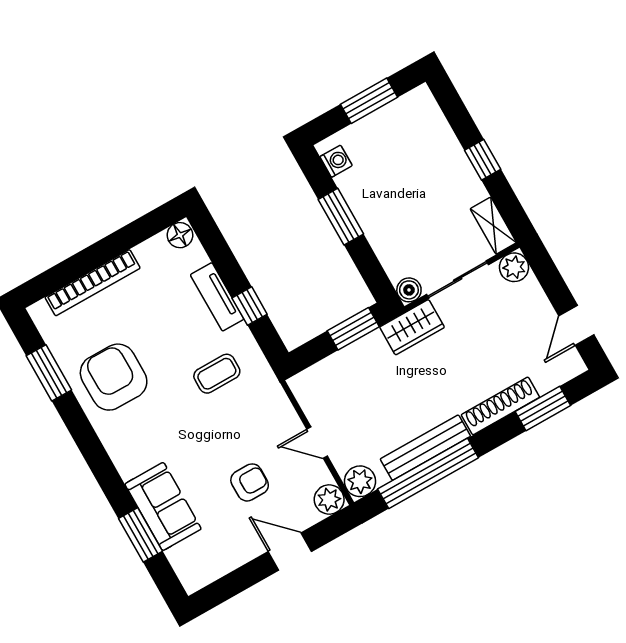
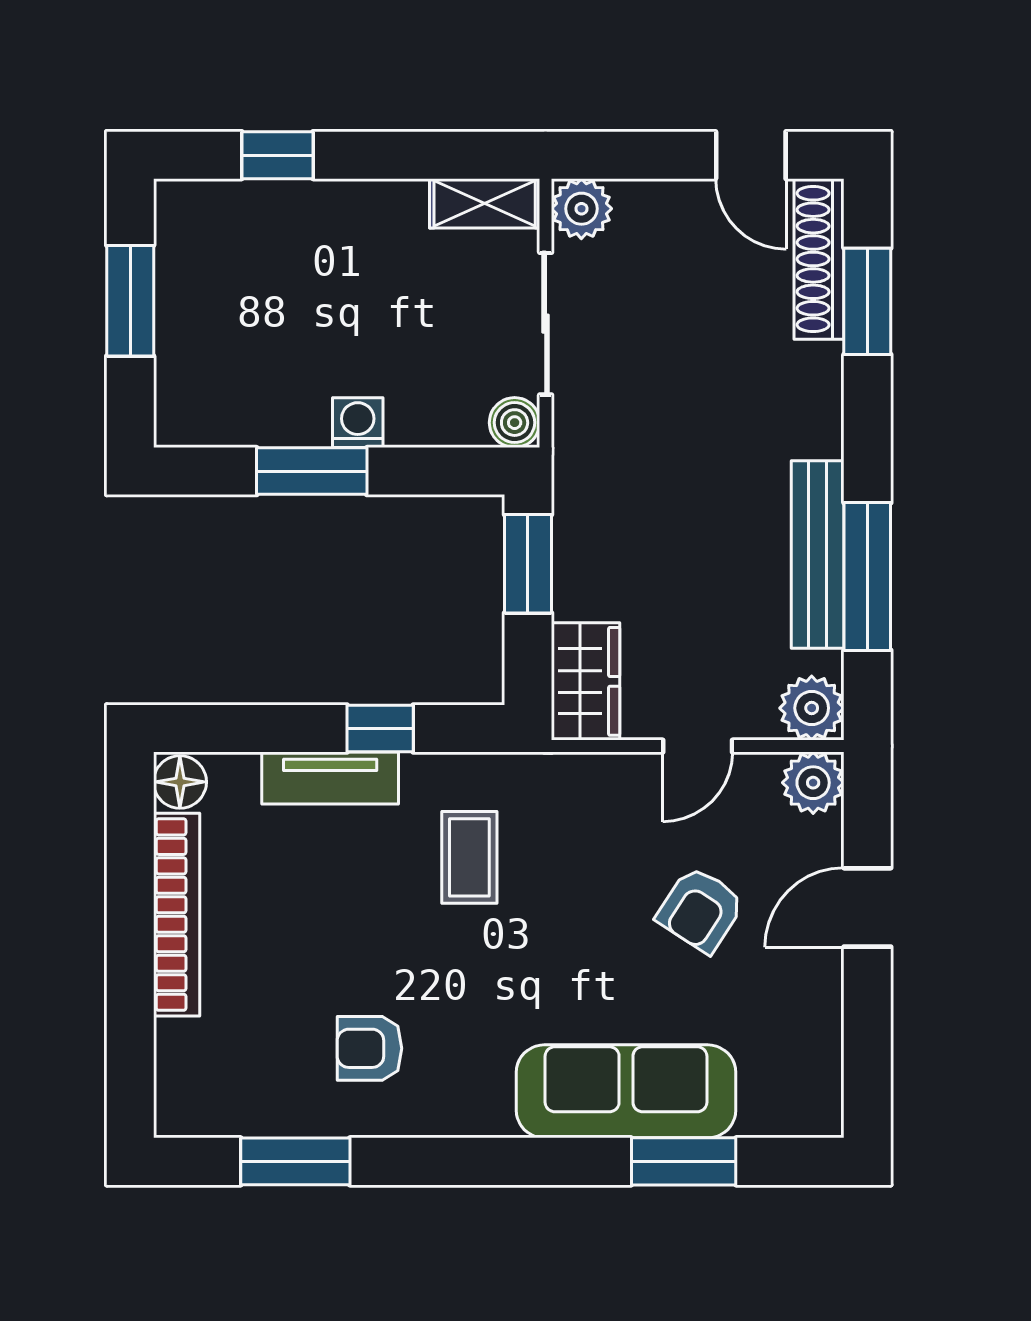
window: (483, 160) -> (277, 155), moved
washing machine: (336, 161) -> (358, 423), moved
bookcase: (93, 283) -> (177, 915), moved
wardrobe: (412, 327) -> (585, 681), moved
armchair: (114, 377) -> (369, 1048), width x0.53, depth x0.53
shoe rack: (500, 406) -> (819, 259), moved
window: (428, 473) -> (867, 576), width x0.68
armchair: (250, 482) -> (700, 910), turned -147
sofa: (163, 506) -> (626, 1091), width x1.36

